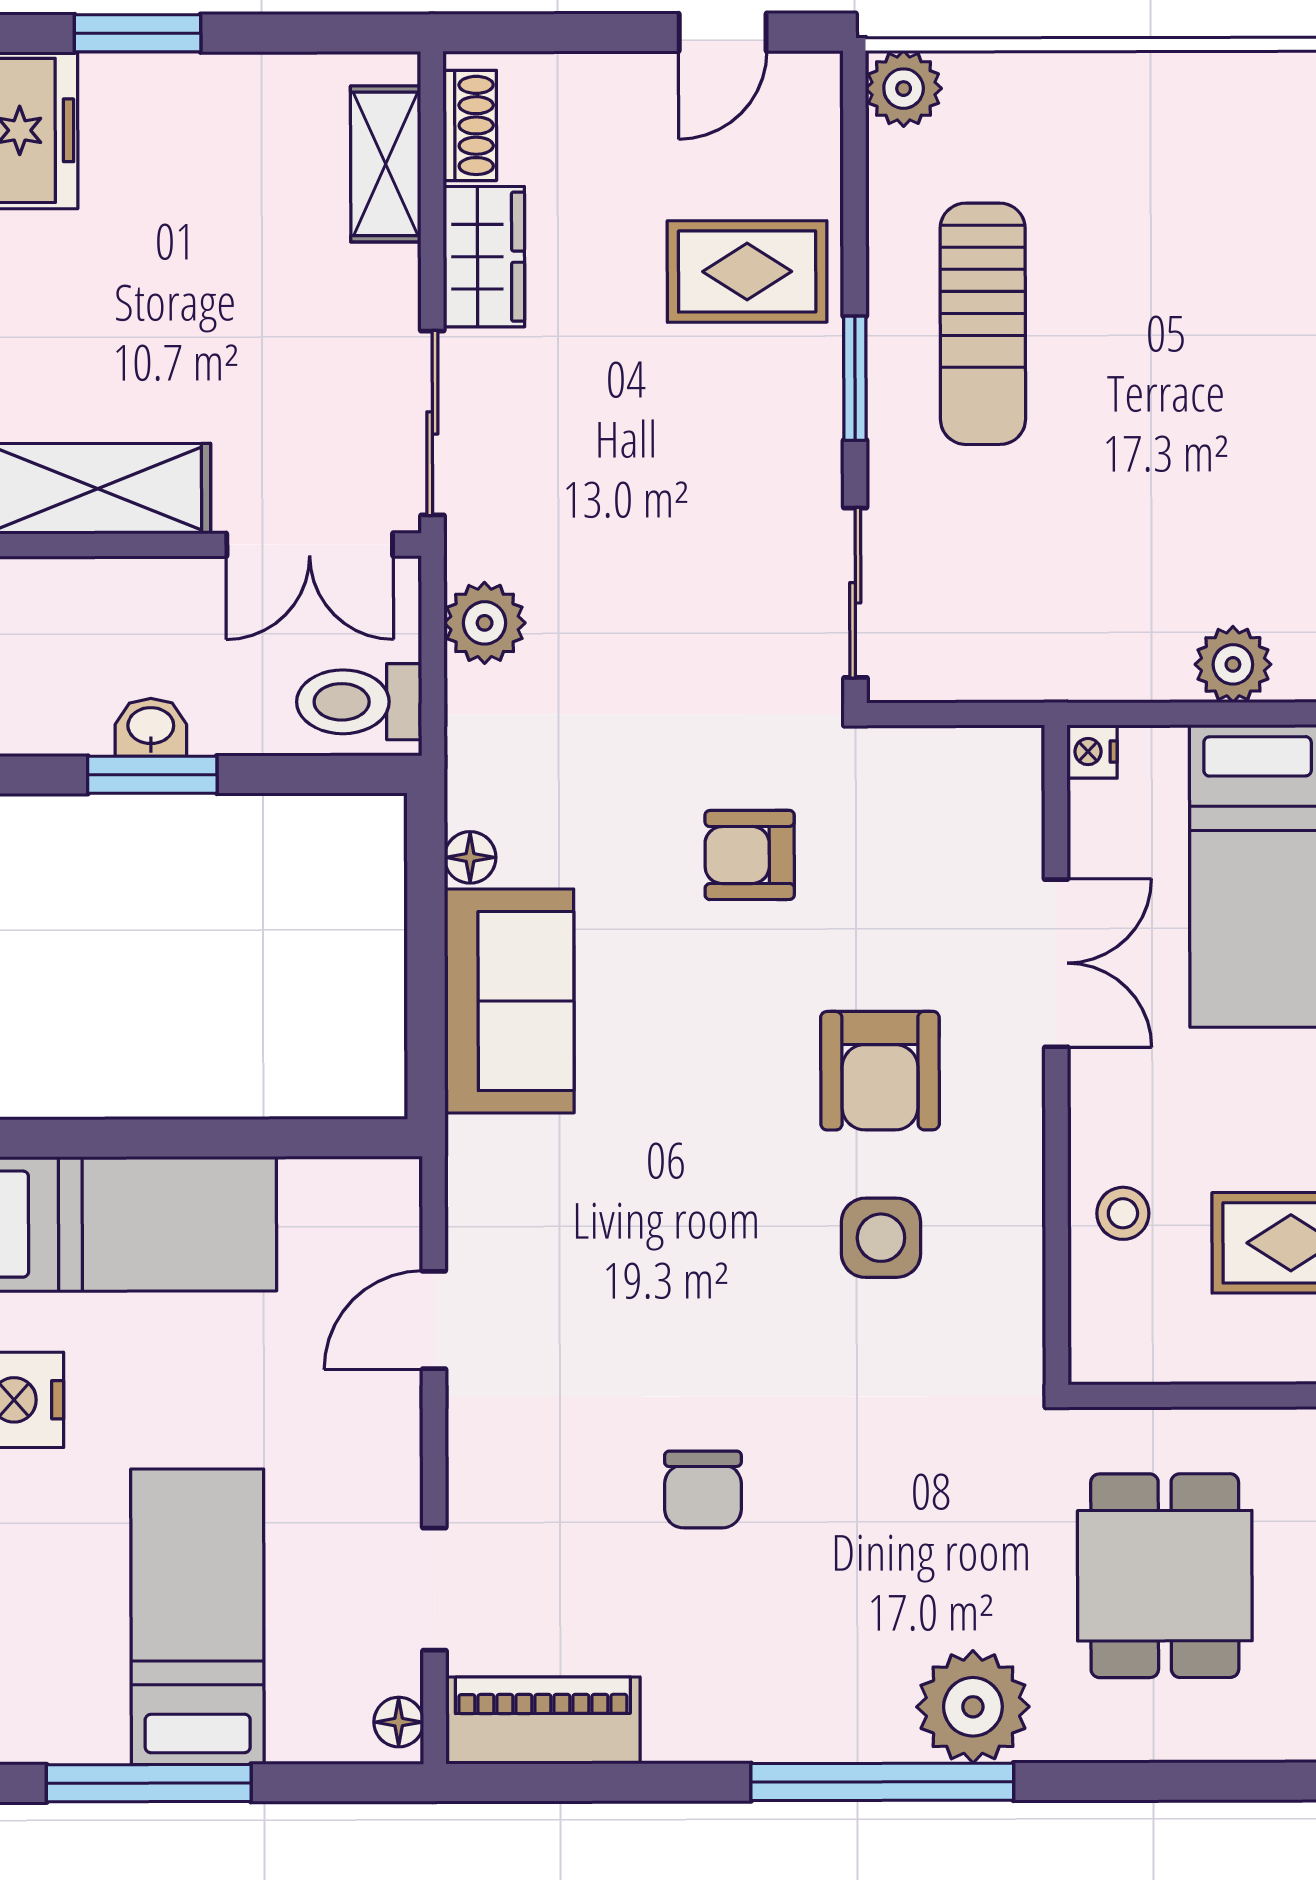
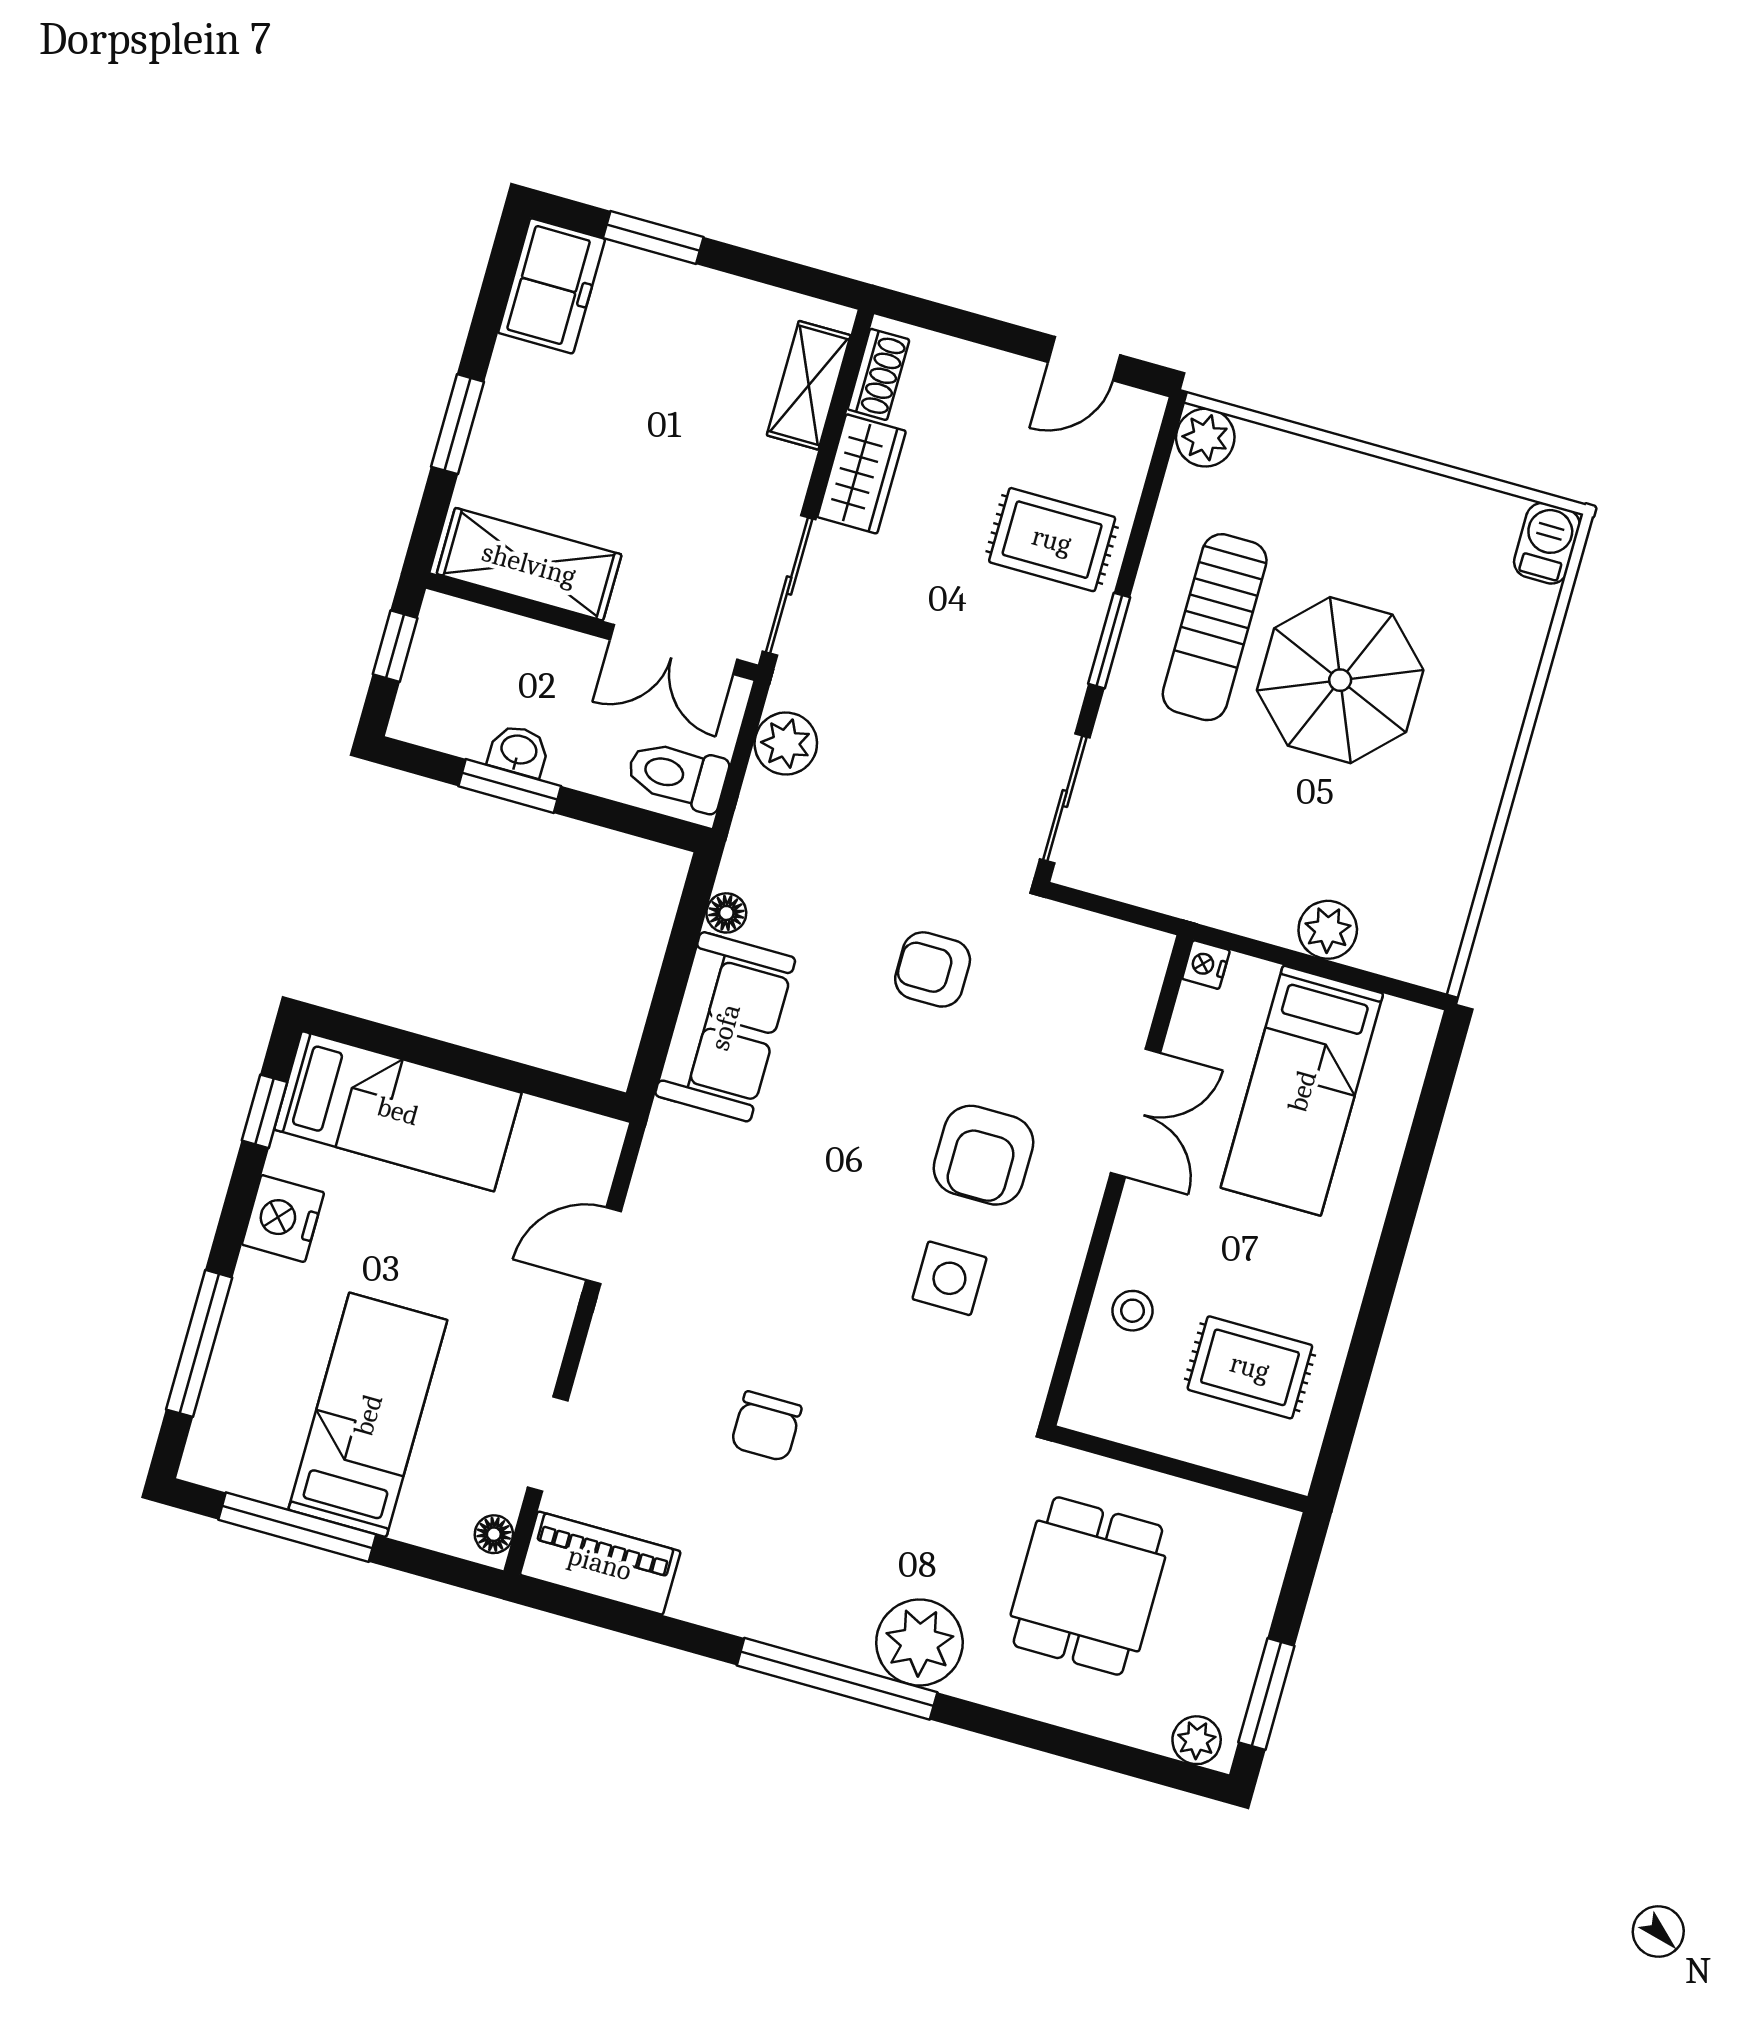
parasol: (1160, 346) -> (1340, 680), added

